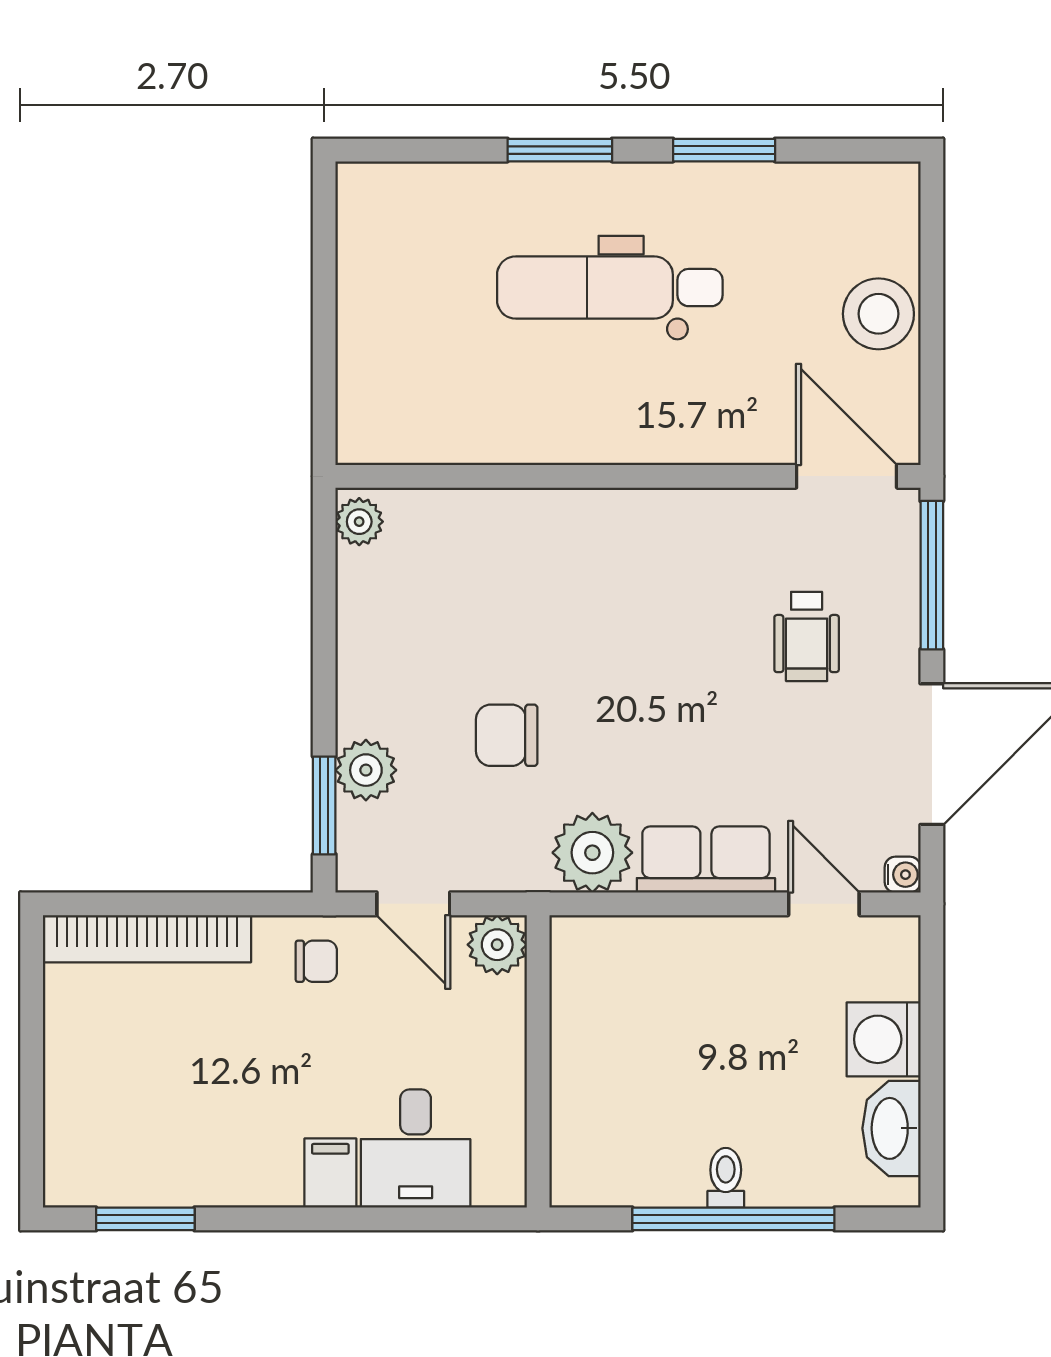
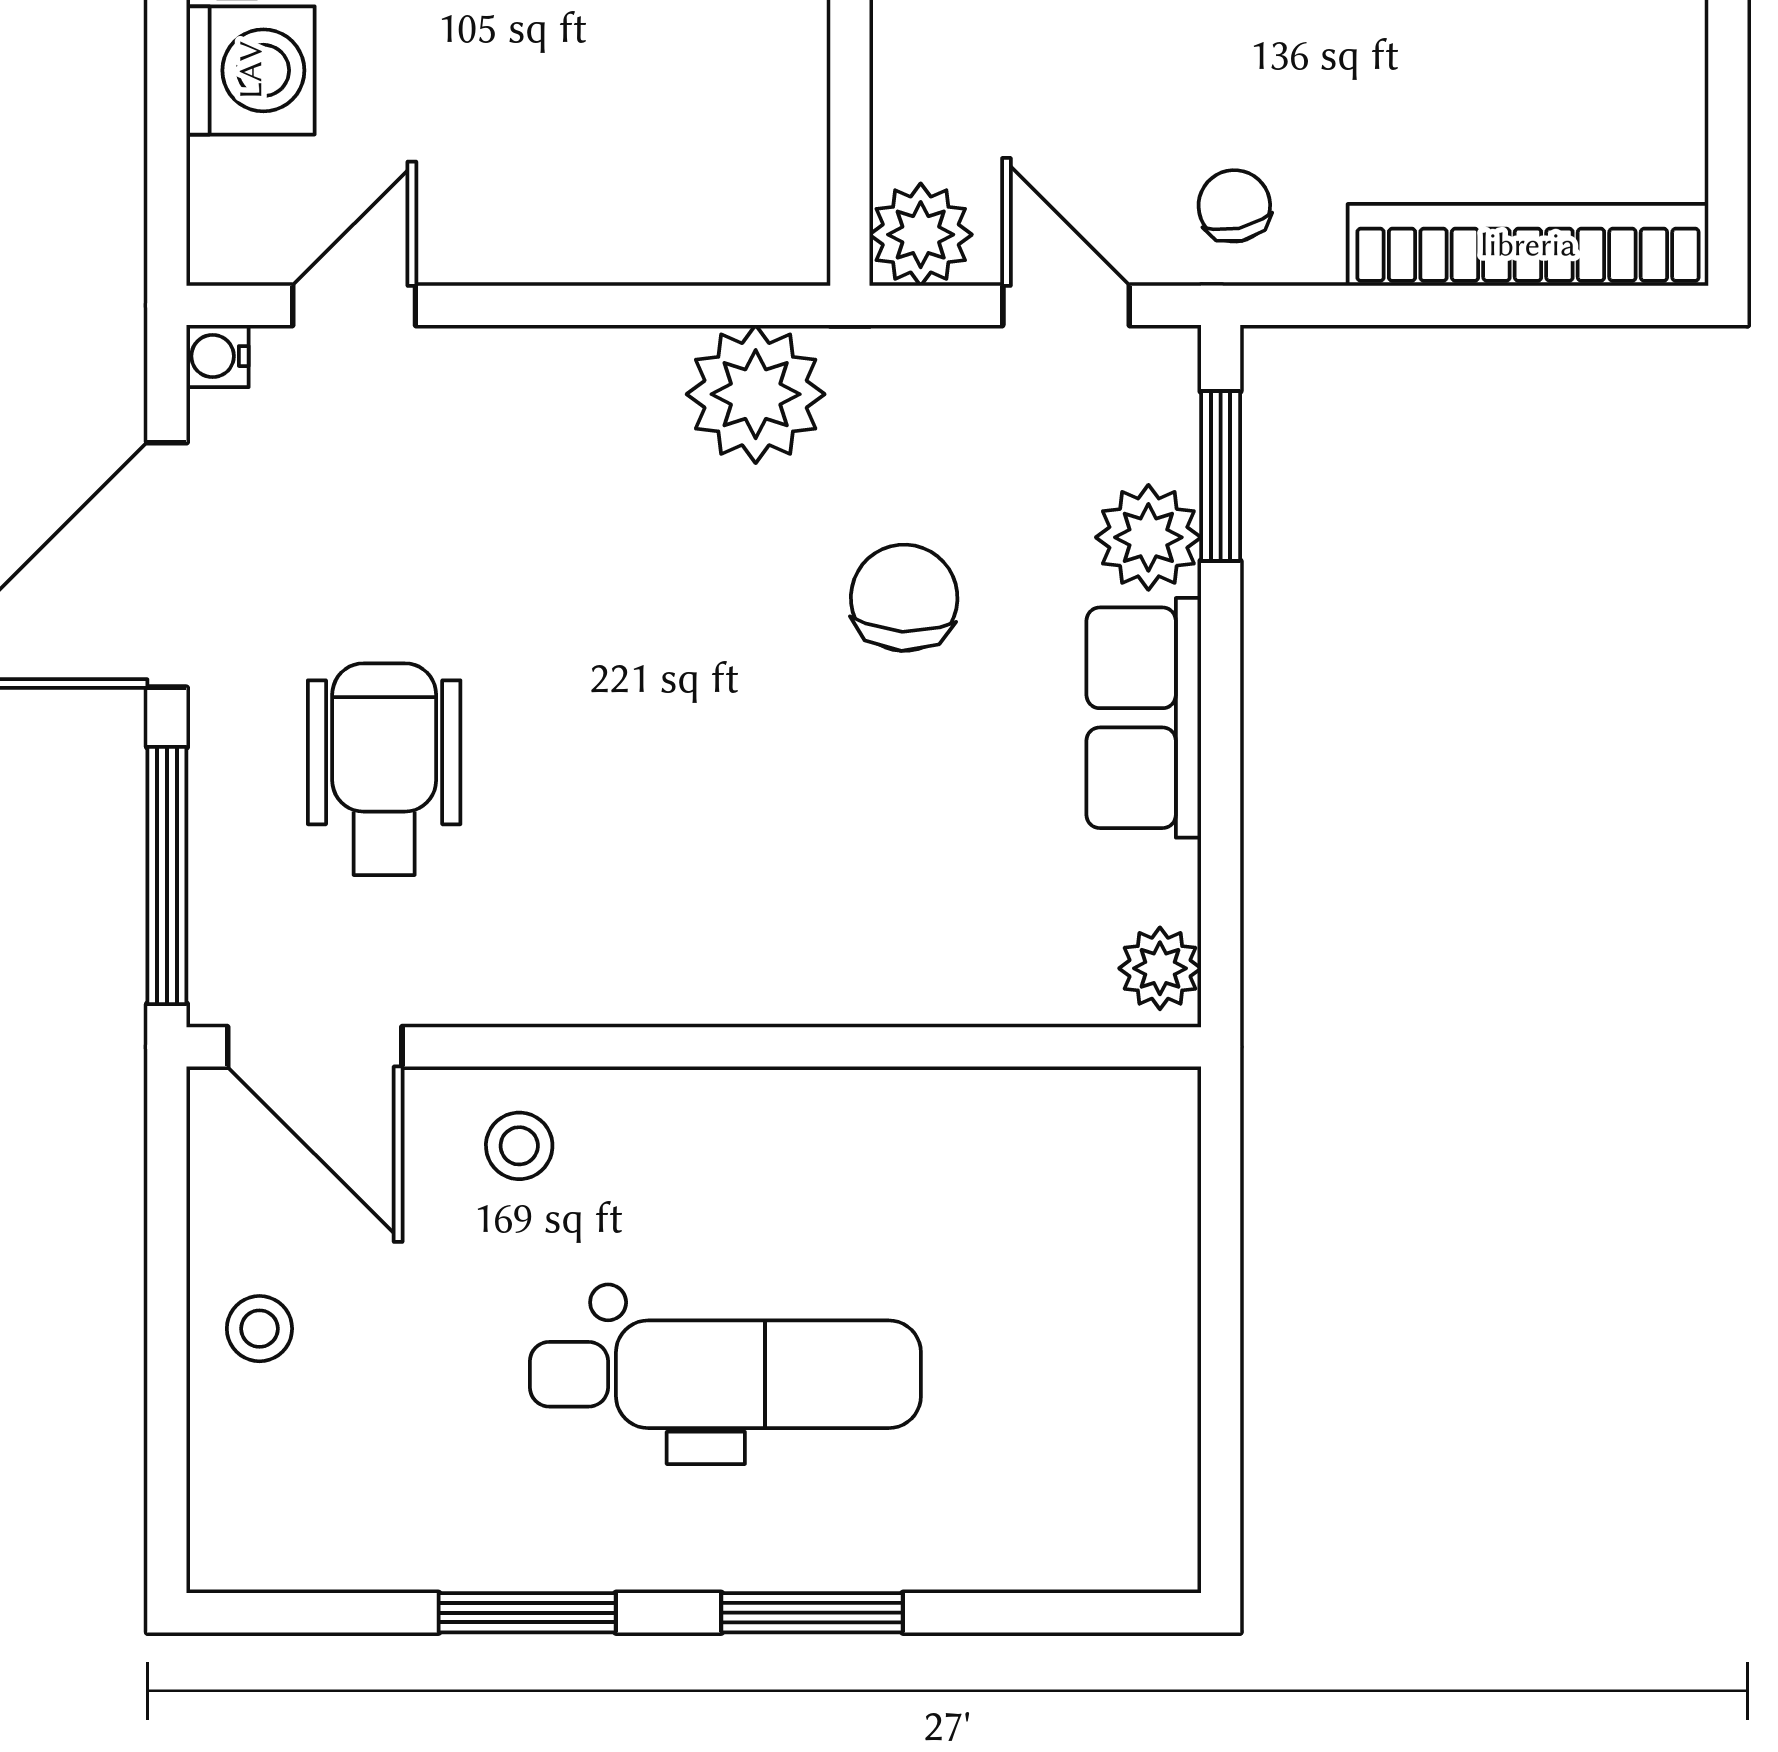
stool: (878, 314) -> (259, 1329), width x0.53, depth x0.53
stool: (729, 419) -> (519, 1146), added
wheelchair: (807, 636) -> (384, 769), width x1.36, depth x1.37
chair: (507, 735) -> (904, 598), turned -87
row of seats: (706, 860) -> (1144, 718), moved, turned 90
door: (824, 904) -> (354, 305), swing flipped
chair: (316, 961) -> (1234, 206), turned 78

